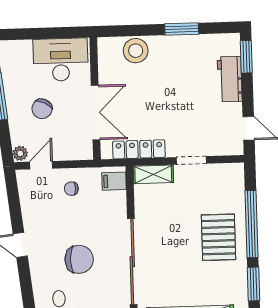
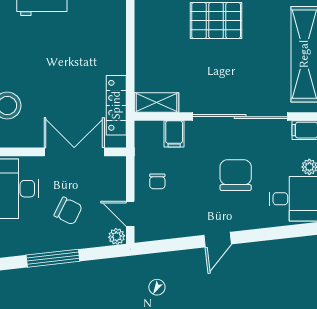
doorway: (191, 160) -> (130, 48), removed
shelving: (153, 174) -> (157, 102), moved, turned 90
filing cabinet: (114, 181) -> (174, 134), moved

